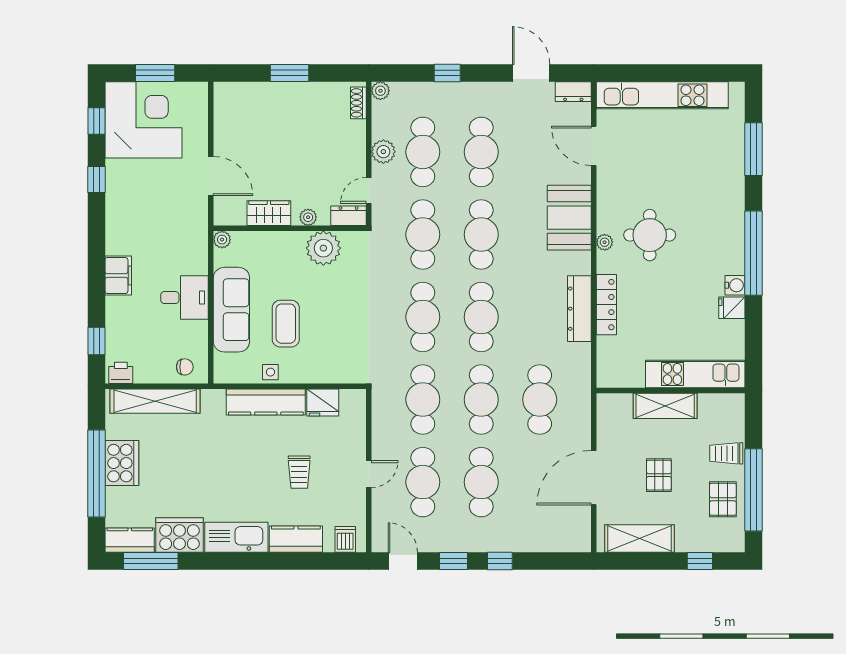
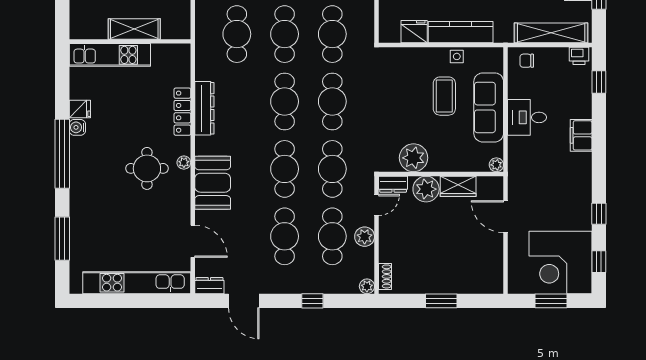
plant: (308, 217) -> (426, 189), width x1.88, depth x1.88

